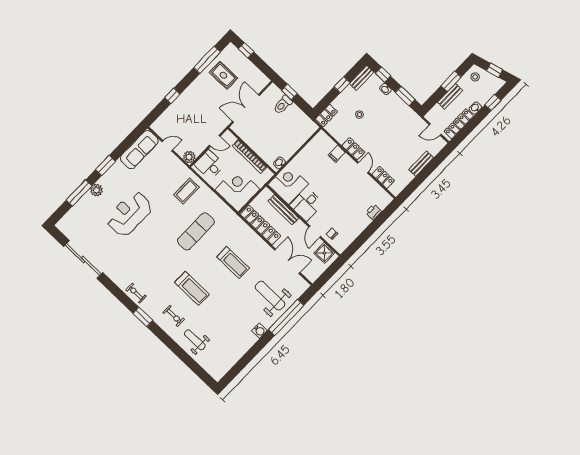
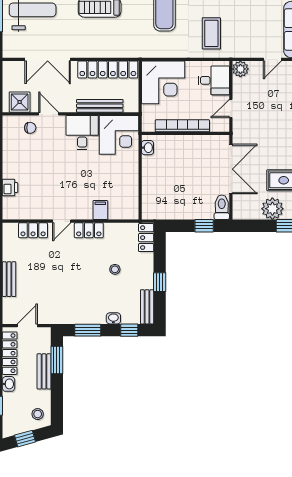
plant: (244, 66) -> (272, 209), added
window: (451, 81) -> (57, 360), moved
toilet: (283, 105) -> (222, 207), moved
door: (363, 168) -> (62, 221), hinge flipped

